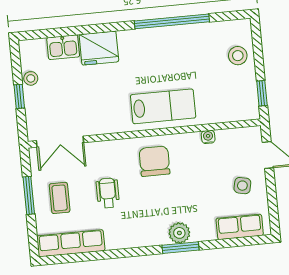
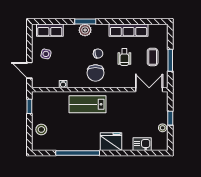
fridge: (99, 48) -> (111, 142), moved
chair: (153, 195) -> (98, 54), added
row of seats: (71, 243) -> (129, 30), moved

